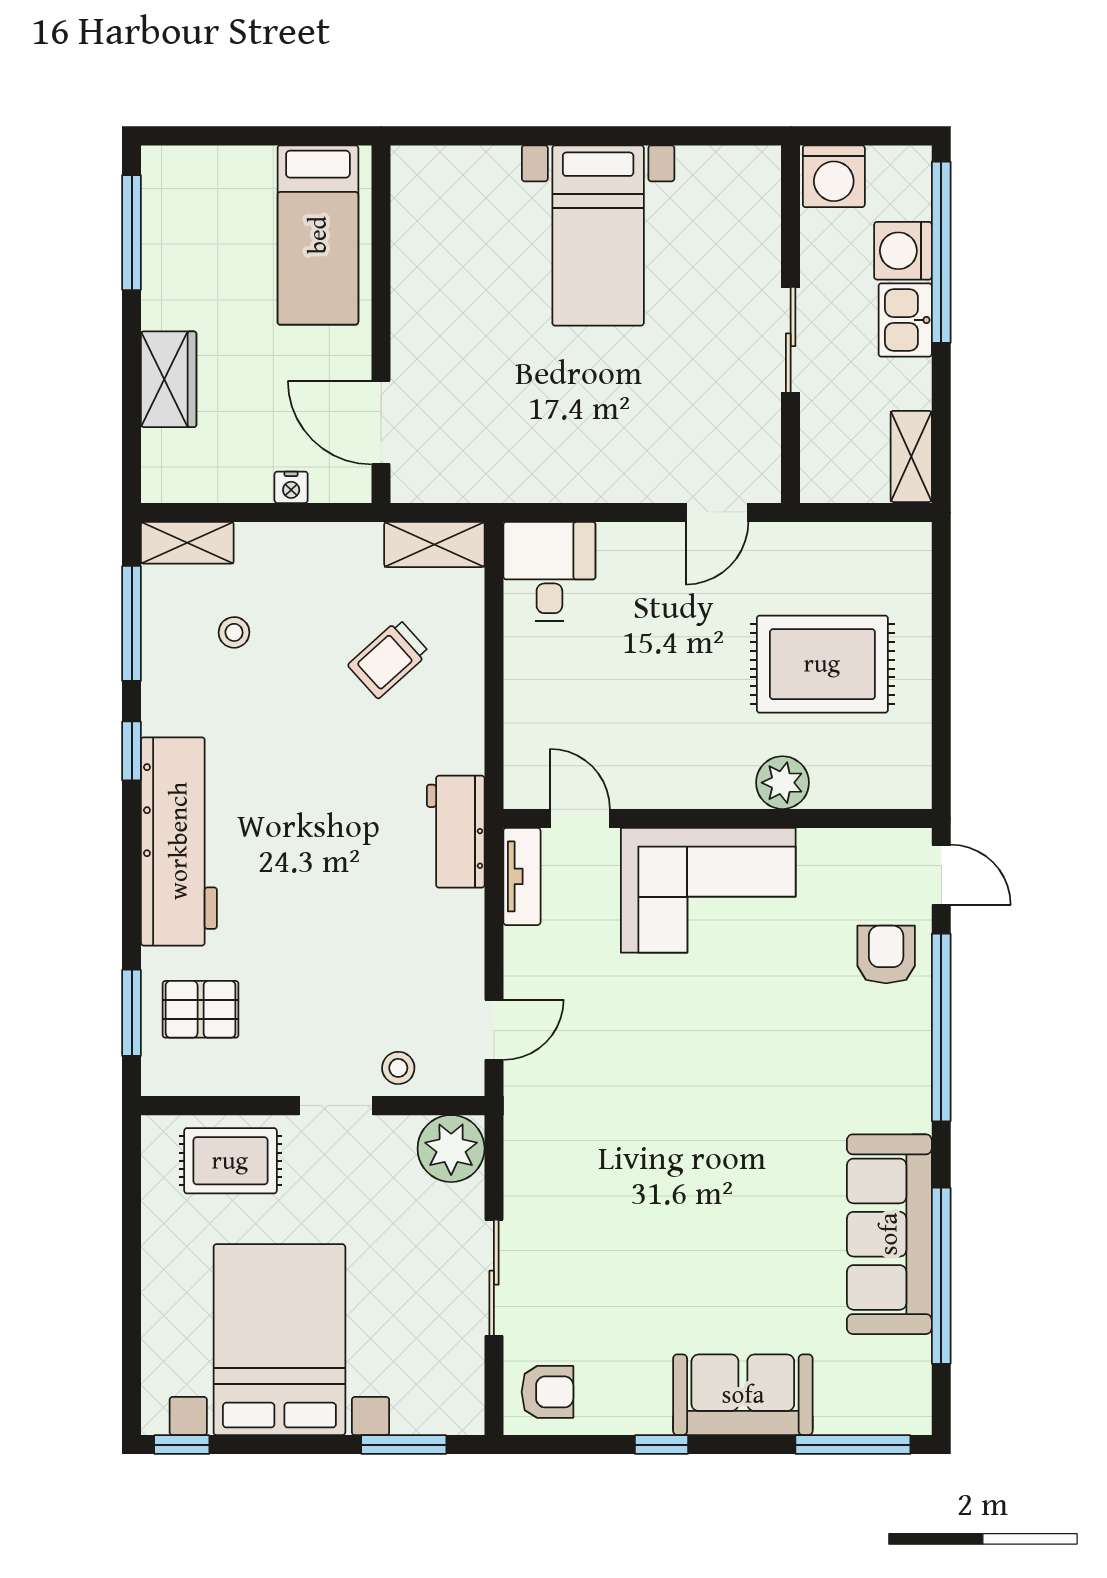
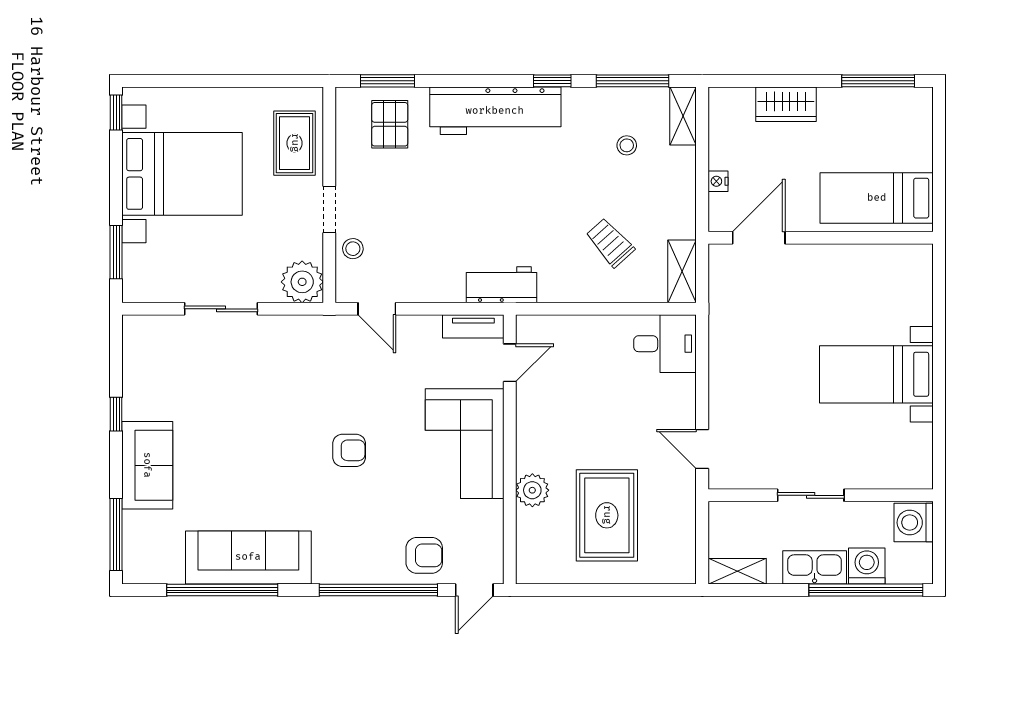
kitchen sink: (905, 320) -> (815, 567), width x1.38
armchair: (547, 1392) -> (349, 450), moved, turned -90

